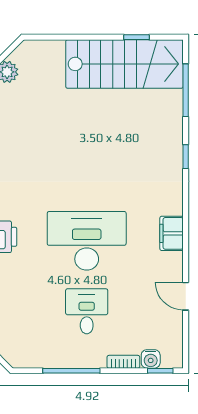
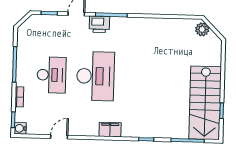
filing cabinet: (172, 233) -> (110, 130), moved
desk: (87, 311) -> (51, 75), width x1.37
water cooler: (151, 359) -> (20, 128), moved

